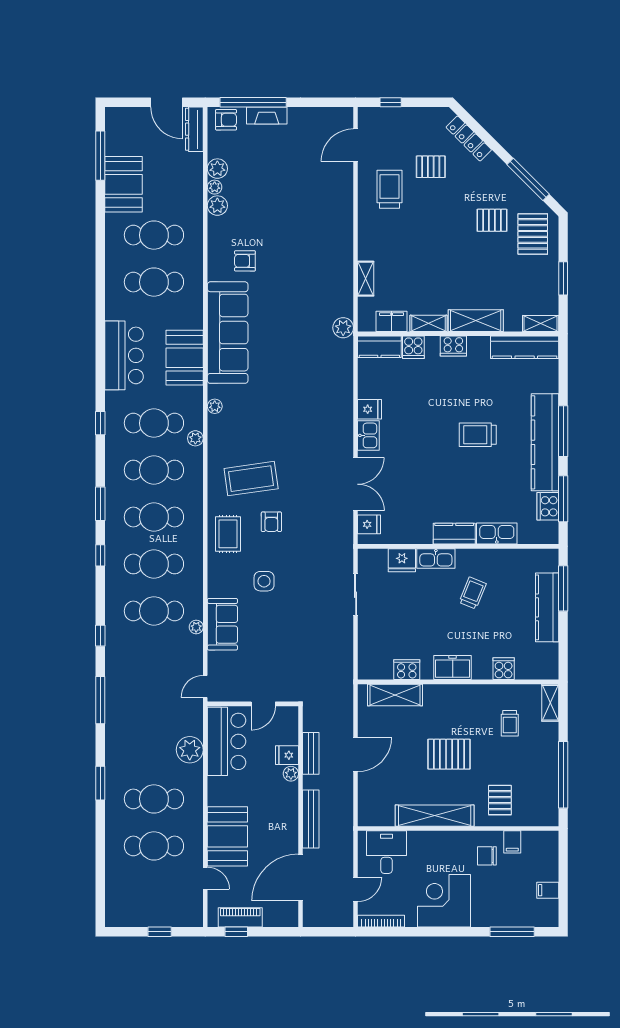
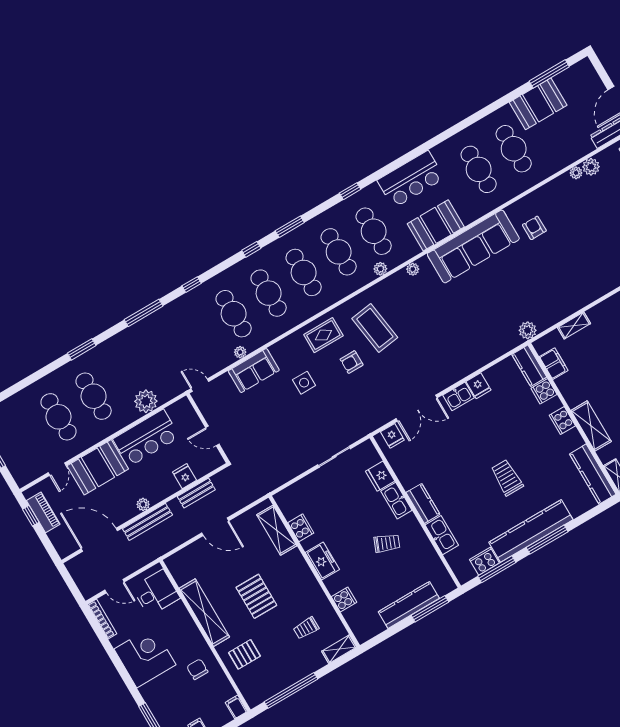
plant: (217, 206) -> (563, 183), removed
shelving: (428, 323) -> (568, 392), removed
bar counter: (227, 741) -> (146, 438), moved
plant: (291, 774) -> (143, 504), moved
filing cabinet: (512, 842) -> (236, 707), moved, turned 90

